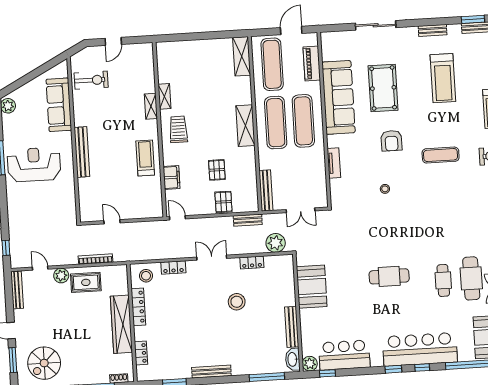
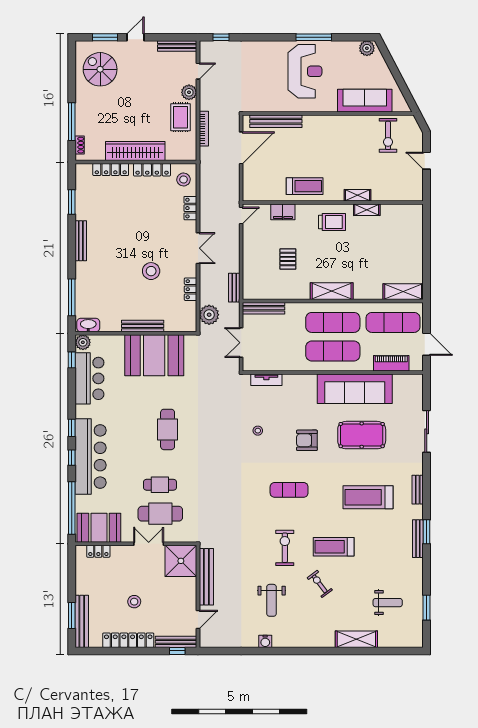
bench: (82, 152) -> (276, 121), moved
exercise mat: (441, 155) -> (289, 490), turned 90
tv unit: (334, 163) -> (266, 380), moved
pallet: (217, 170) -> (288, 259), turned 90
pallet: (223, 202) -> (255, 264), removed
door: (112, 222) -> (241, 148), width x1.88
booth: (312, 287) -> (154, 355), width x1.36, depth x1.42
bench: (292, 327) -> (143, 326), moved
locker: (141, 353) -> (111, 170), width x1.53

